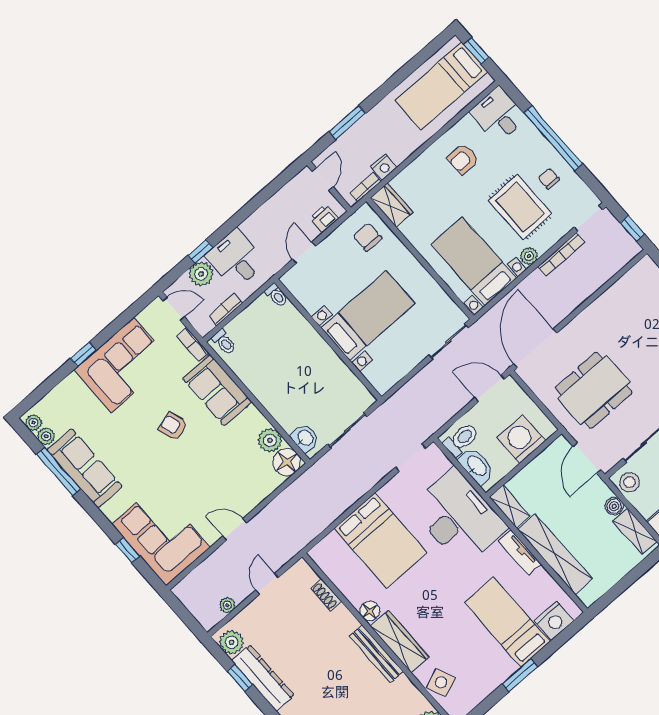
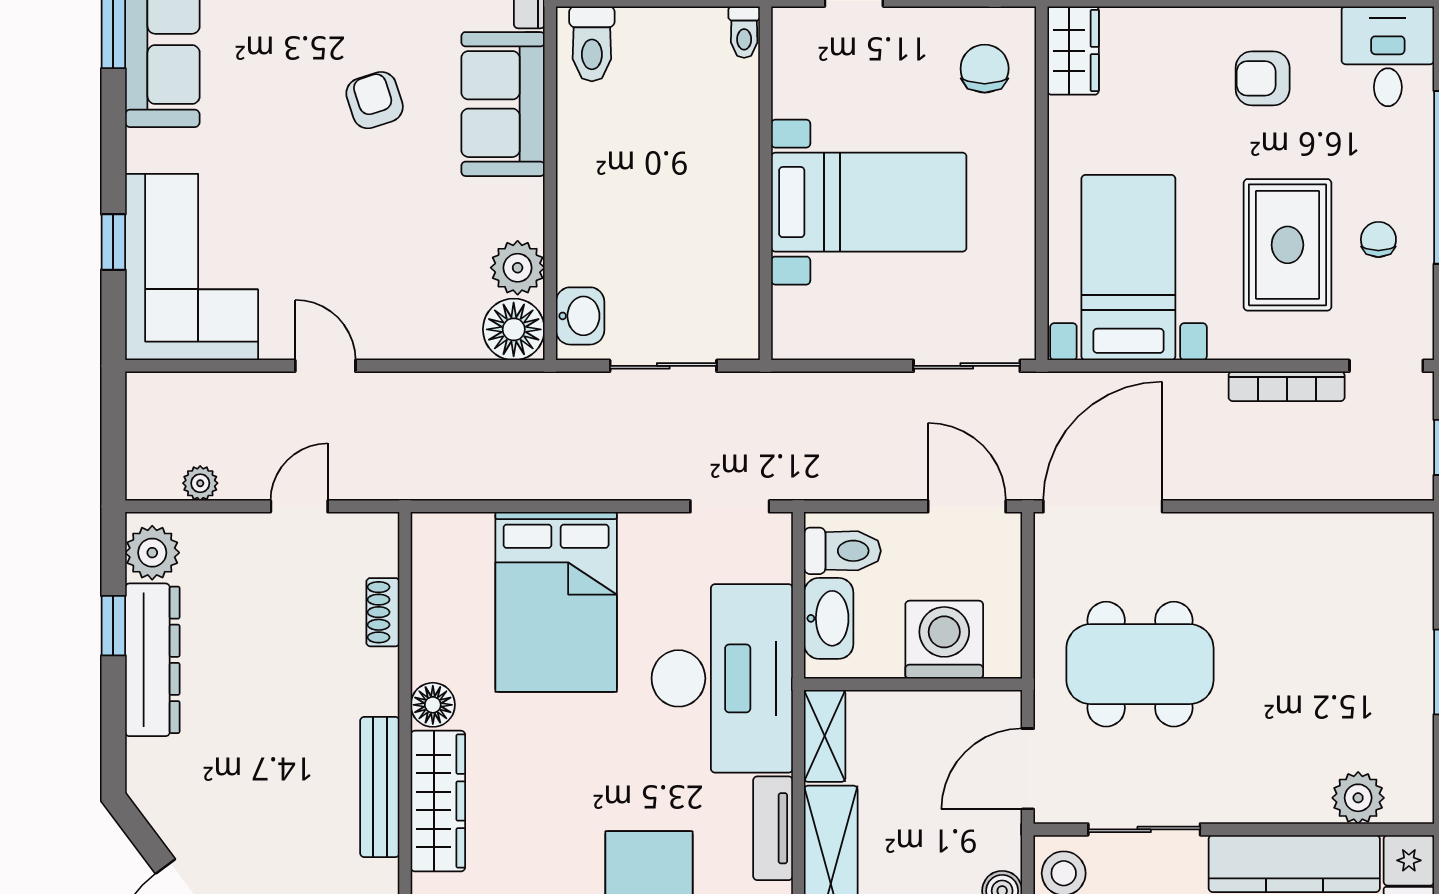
plant: (529, 256) -> (1230, 341), removed
toilet: (224, 342) -> (592, 44), width x1.37, depth x1.39

